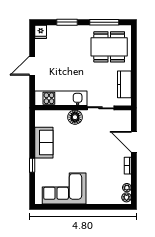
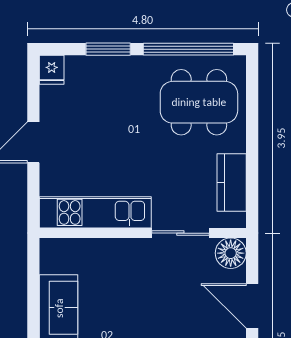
window: (104, 22) -> (188, 49), width x1.46
floor lamp: (75, 117) -> (231, 253), moved

